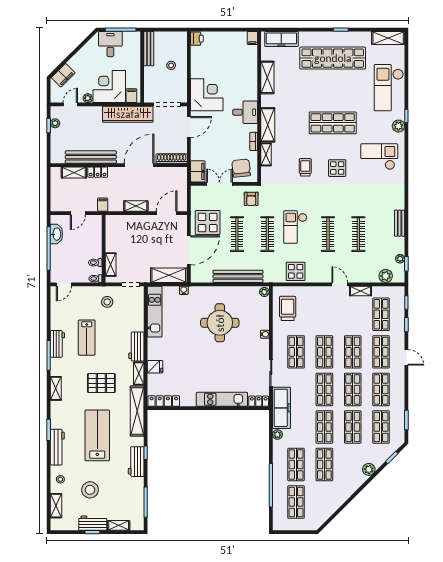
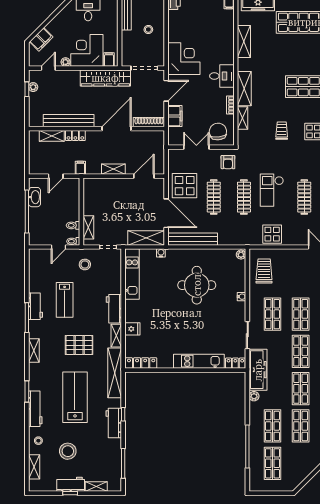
filing cabinet: (198, 171) -> (175, 116), moved
door: (189, 250) -> (166, 213), hinge flipped
bench: (238, 276) -> (193, 239), moved
door: (64, 284) -> (58, 247), moved

